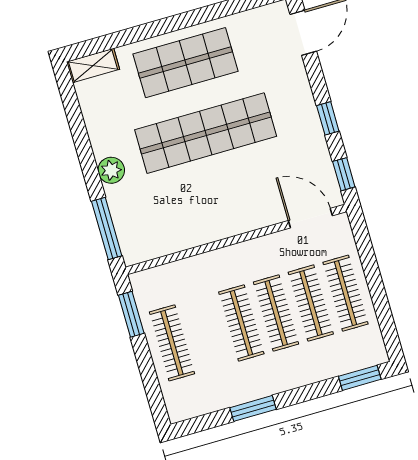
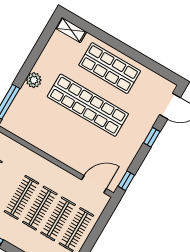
window: (328, 118) -> (152, 137), moved
door: (310, 218) -> (94, 184), hinge flipped

